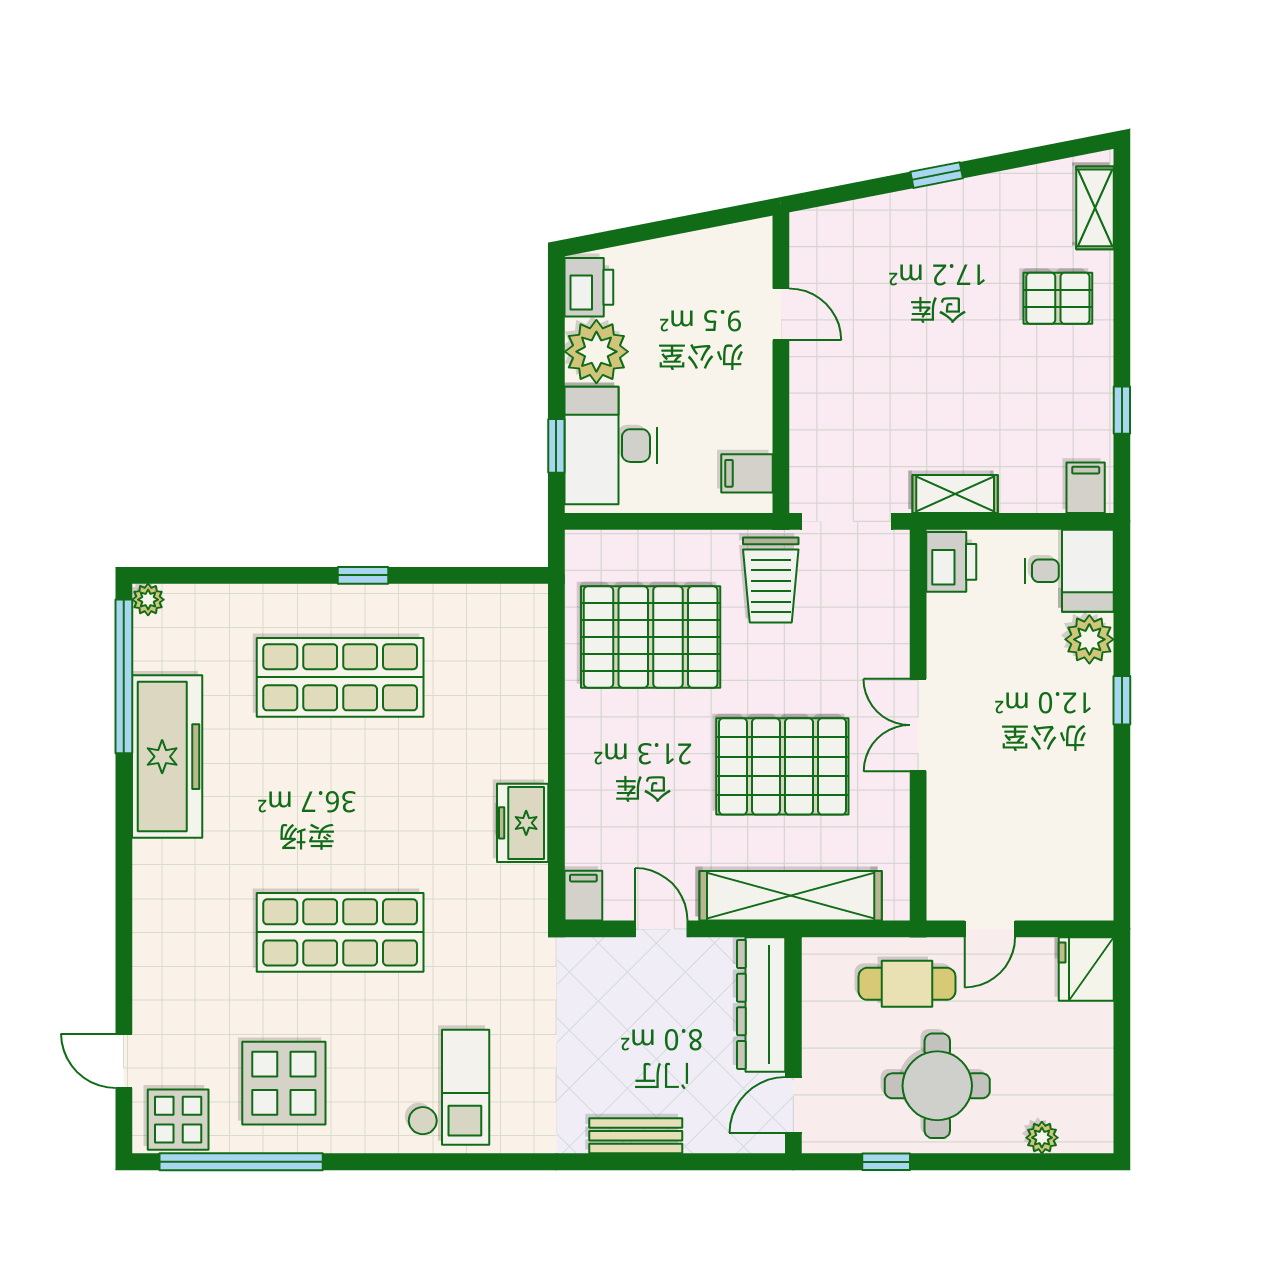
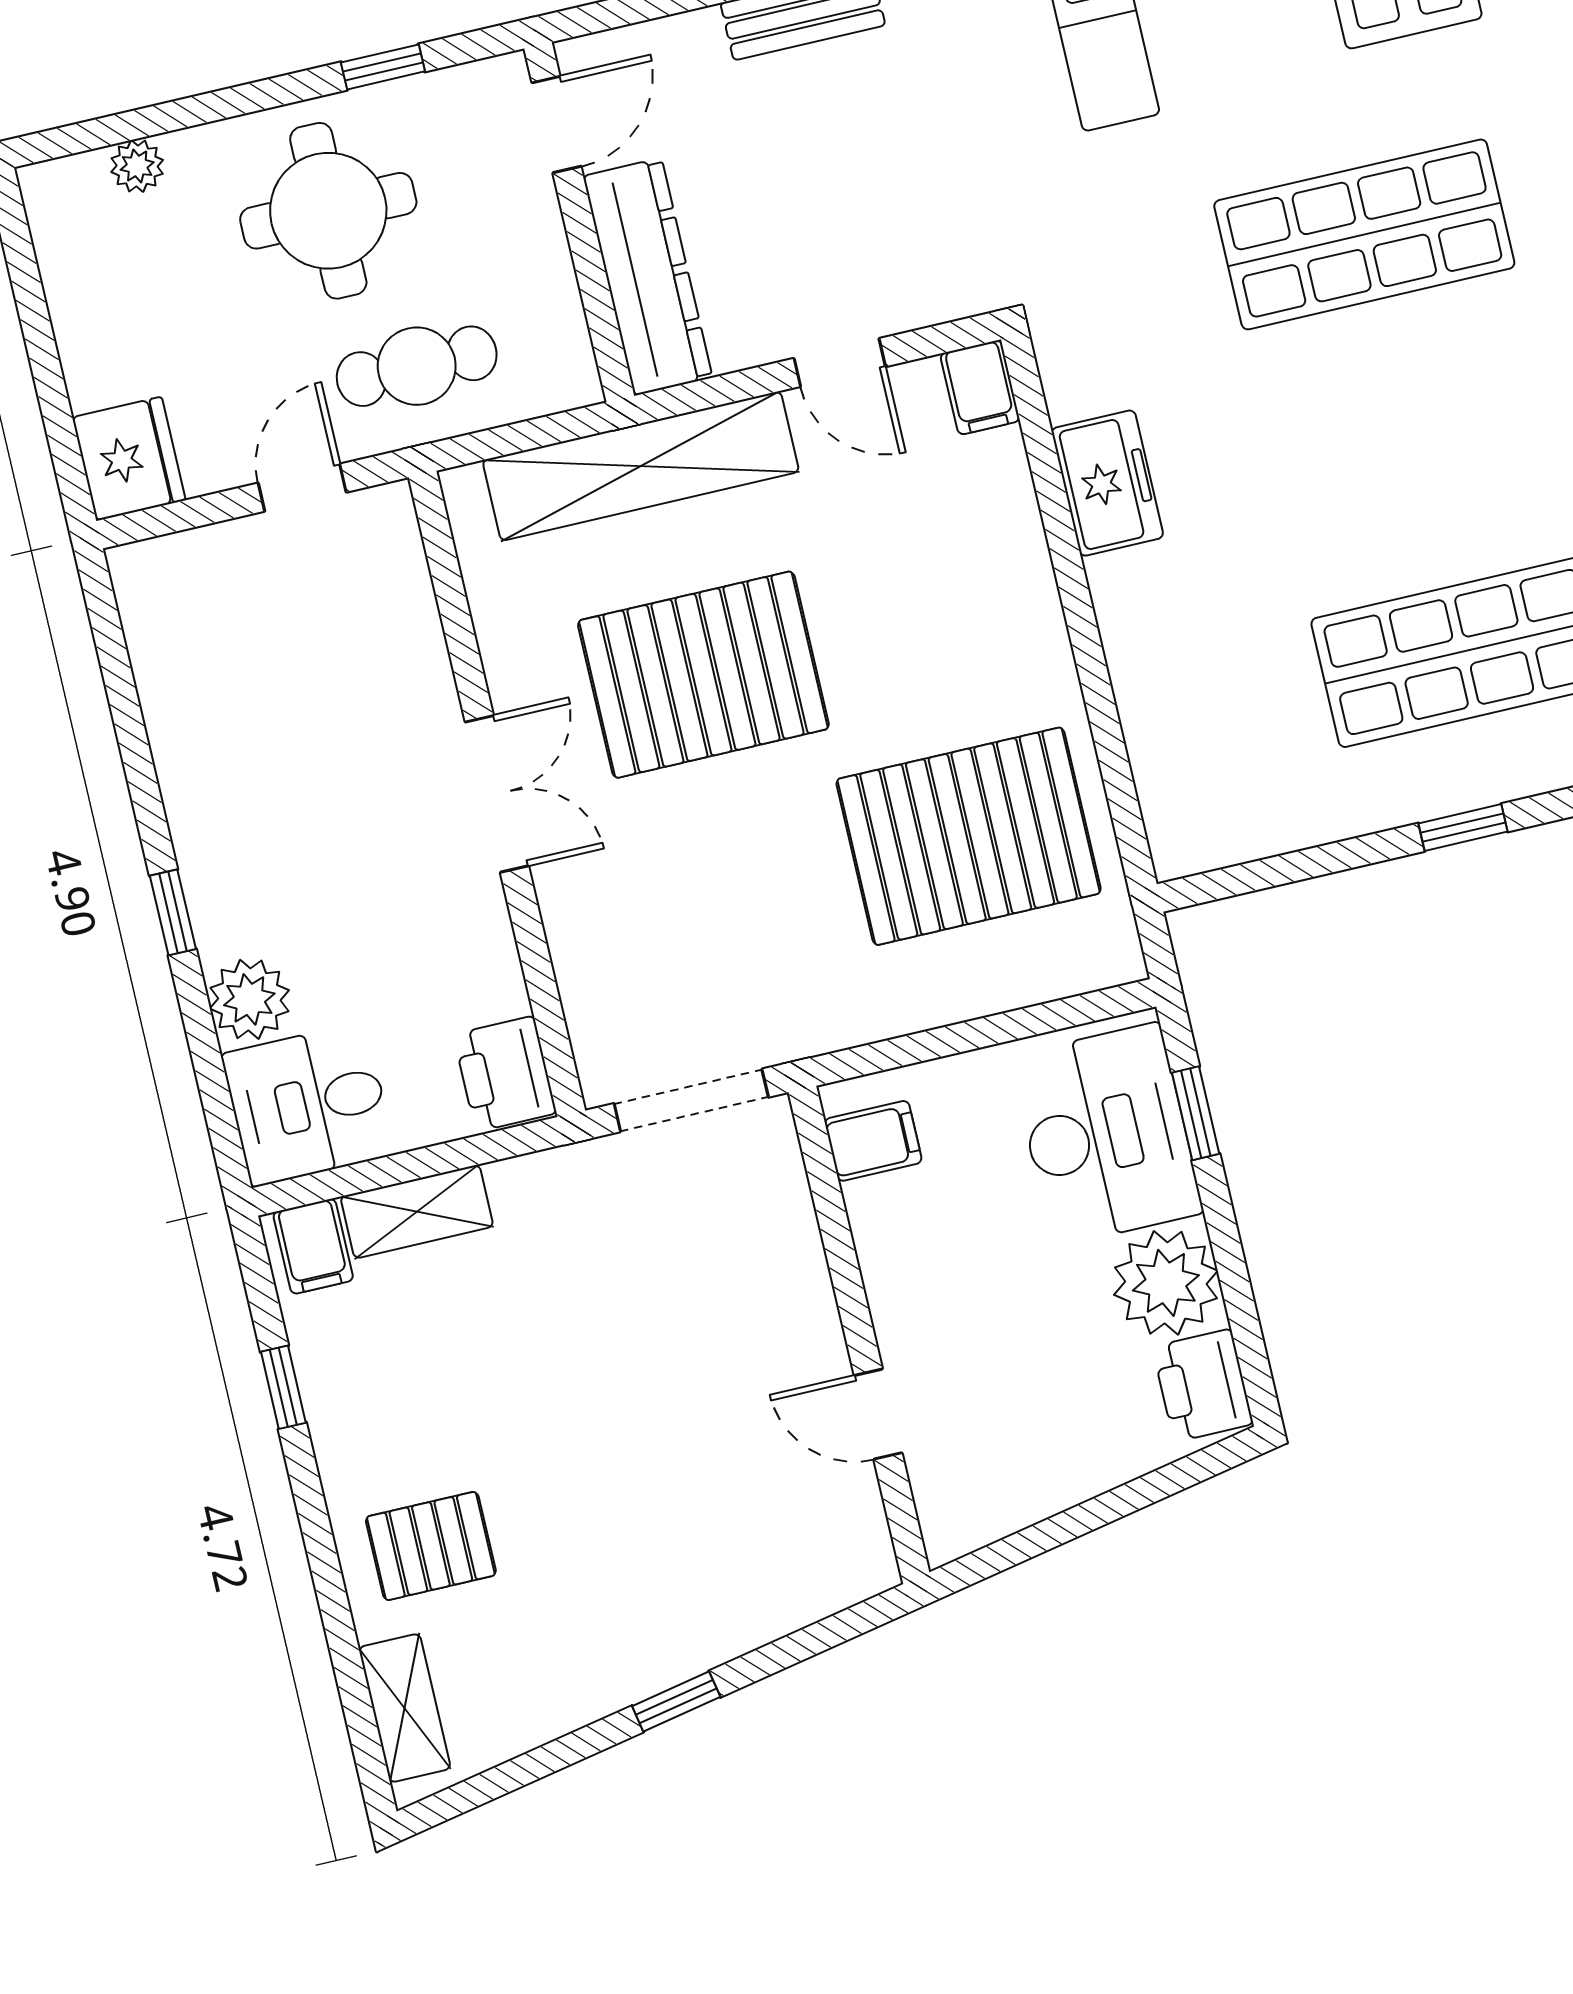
shelving: (955, 494) -> (417, 1212), moved
trolley: (771, 580) -> (794, 975), removed

